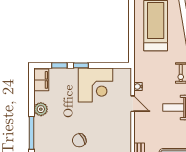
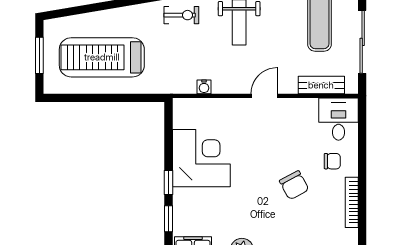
door: (133, 104) -> (264, 96), moved

